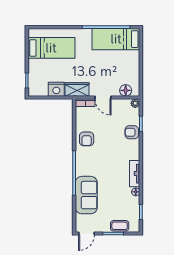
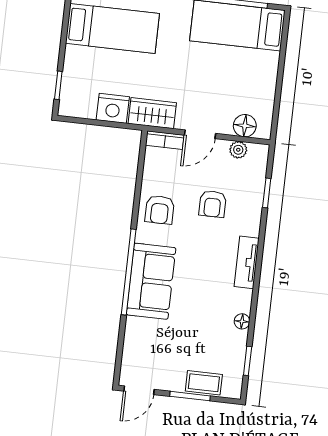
door: (103, 98) -> (200, 134), hinge flipped
plant: (135, 103) -> (238, 150), moved
armchair: (132, 132) -> (213, 204), moved, turned -90
tv unit: (135, 174) -> (247, 262), moved
sofa: (86, 195) -> (151, 281), moved

